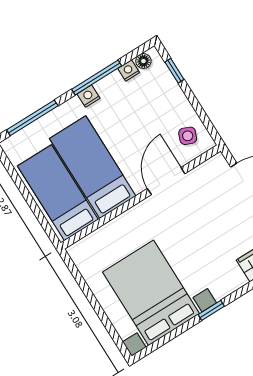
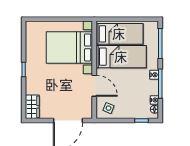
bed with nightstands: (151, 293) -> (69, 47), moved, turned 180

